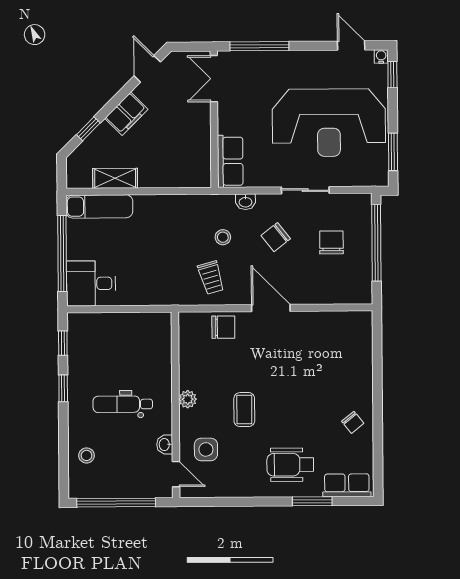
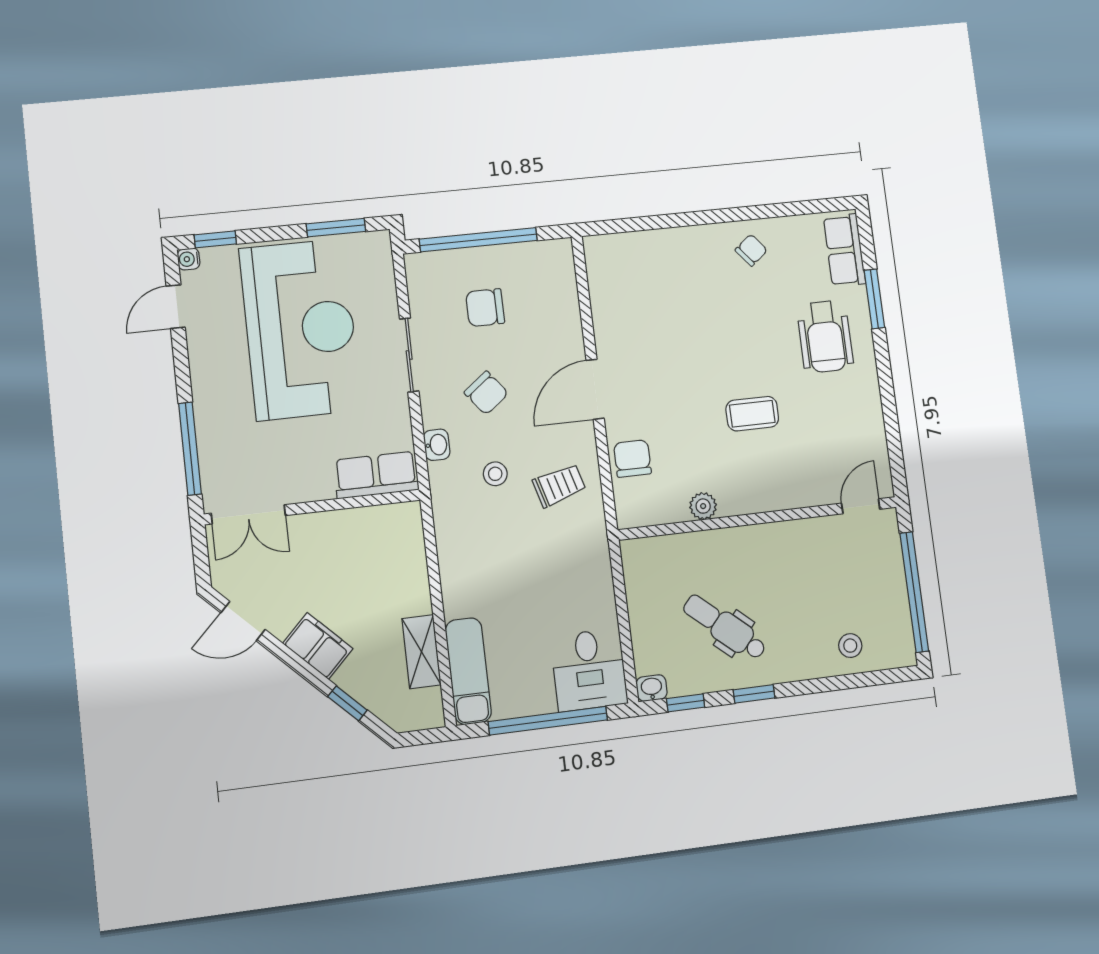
plant: (188, 399) -> (703, 506), moved
dental chair: (123, 404) -> (725, 627), moved, turned 131
washbasin: (165, 445) -> (652, 688), moved, turned 180
side table: (206, 449) -> (819, 465), removed

